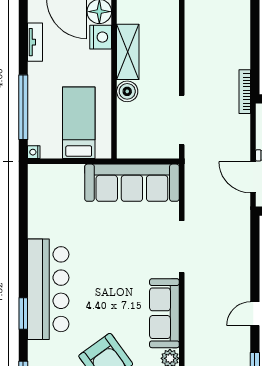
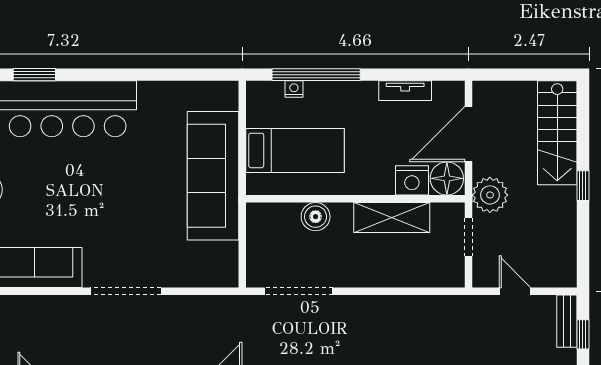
boiler: (127, 91) -> (316, 217), moved
nightstand: (34, 152) -> (294, 89), moved
sofa: (132, 183) -> (213, 176), moved

